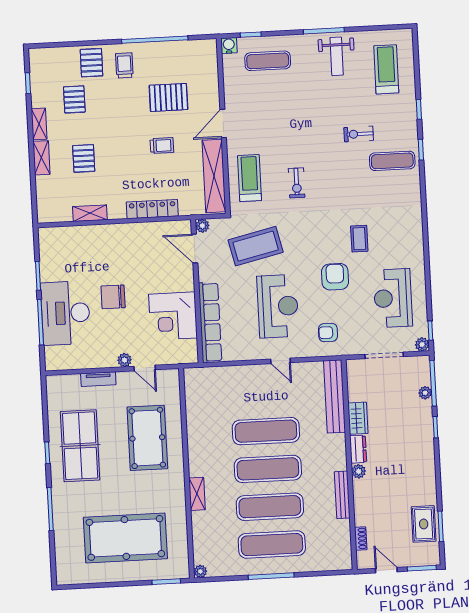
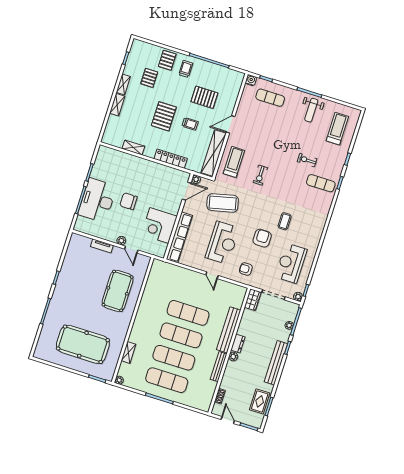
pallet: (84, 158) -> (164, 116), moved, width x1.50, depth x1.42
door: (195, 249) -> (187, 191), swing flipped
bench: (335, 396) -> (229, 330), moved
wardrobe: (358, 418) -> (253, 300), moved
table tennis table: (80, 446) -> (77, 281), removed
bench: (426, 457) -> (276, 363), added
shelving: (197, 494) -> (128, 352), moved

